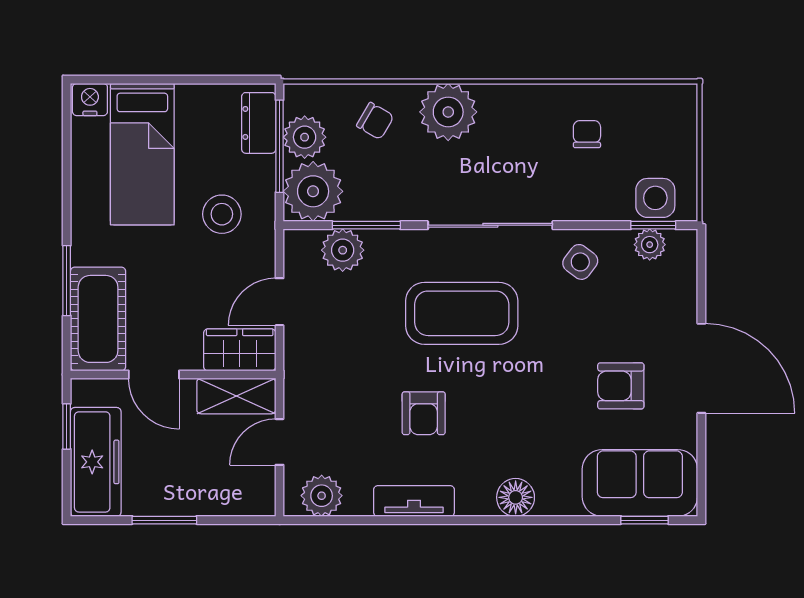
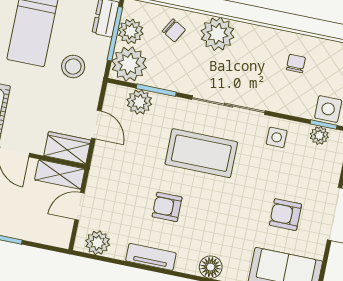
side table: (580, 262) -> (277, 137), turned -37
door: (280, 302) -> (96, 125), swing flipped
armchair: (424, 413) -> (167, 207), turned 90

